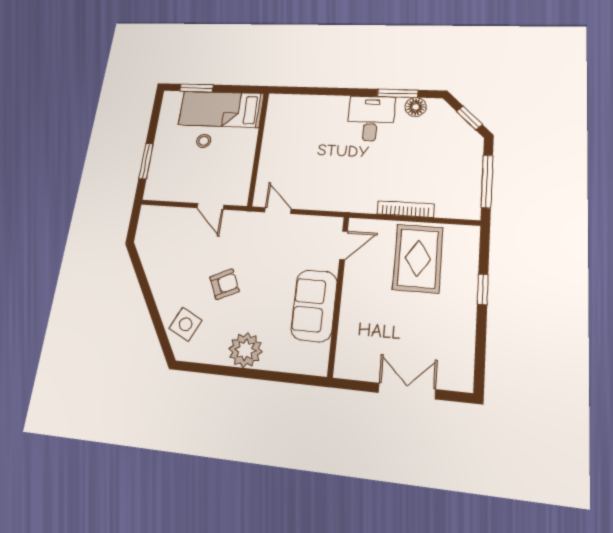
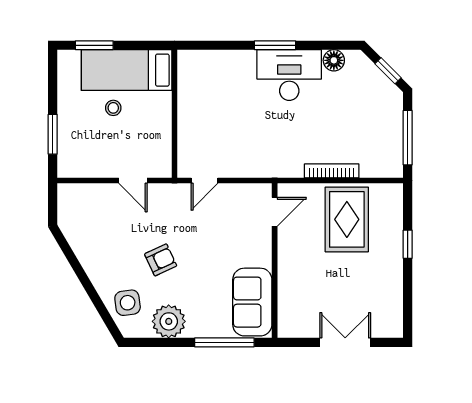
window: (398, 93) -> (275, 45), moved
desk: (371, 119) -> (289, 75), width x1.37
door: (278, 211) -> (205, 181), swing flipped
sofa: (314, 306) -> (252, 302), moved
side table: (186, 324) -> (128, 303), turned -34
plant: (245, 350) -> (169, 321), moved
window: (276, 376) -> (224, 342), added

